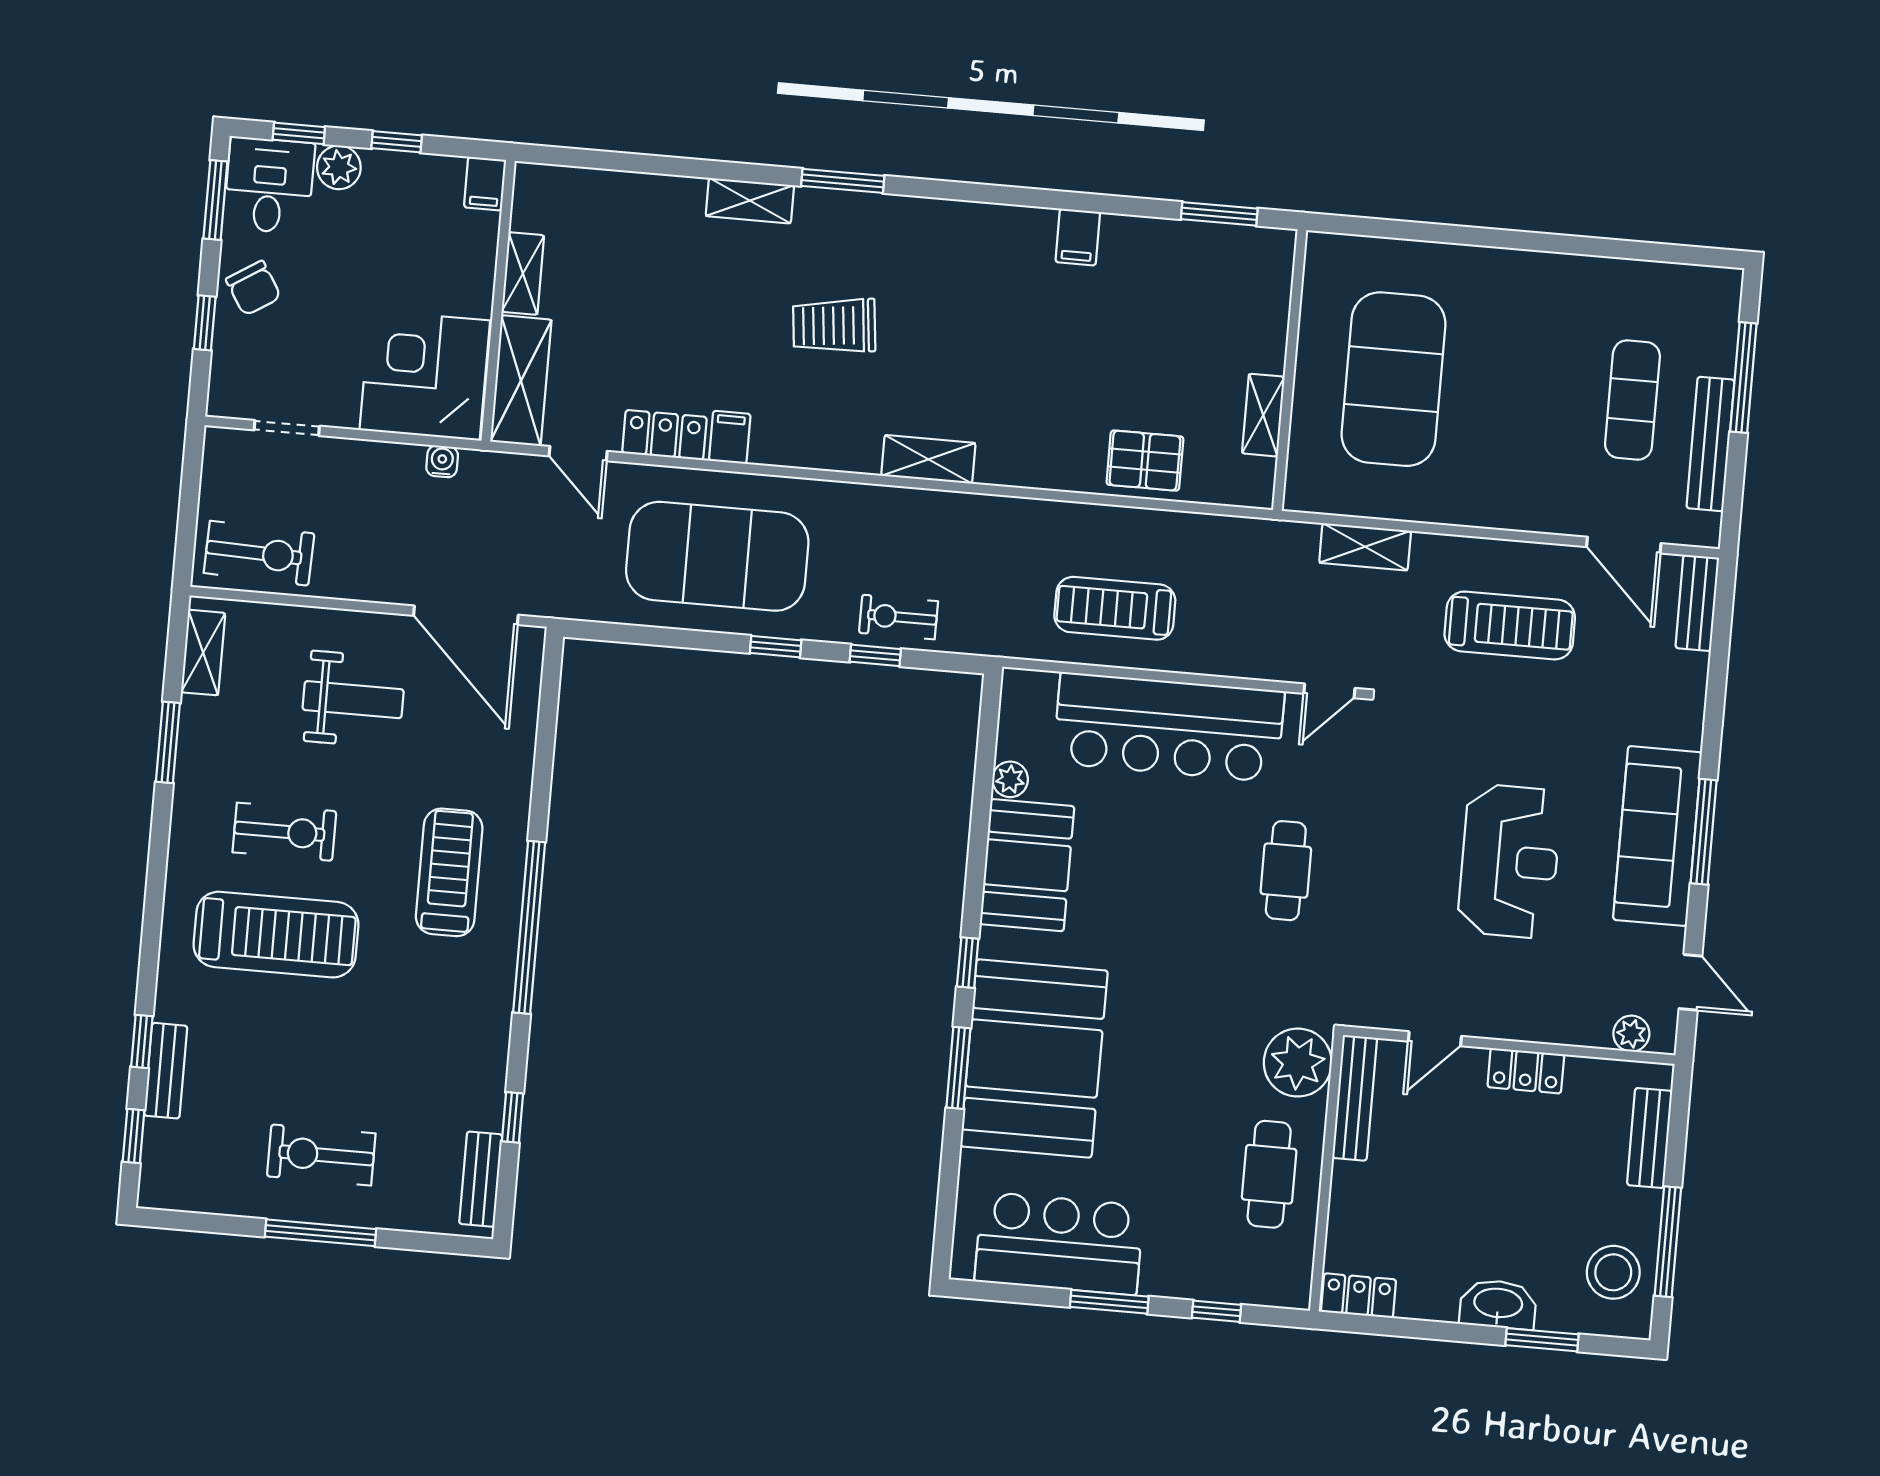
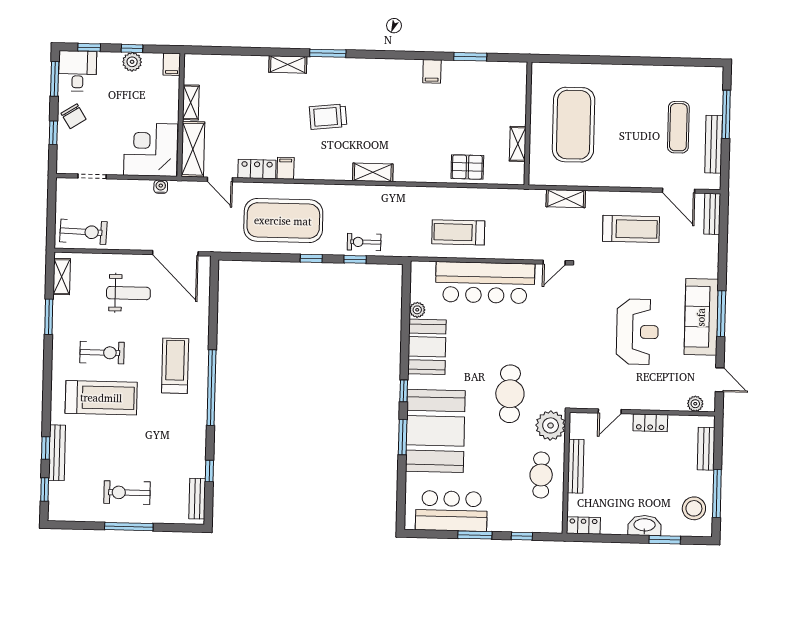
plant: (339, 167) -> (132, 62), moved
window: (1219, 214) -> (470, 57), moved
cafe table: (1286, 871) -> (510, 394), moved, width x1.37, depth x1.35
bench: (166, 1071) -> (57, 453), width x1.36
bench: (1355, 1098) -> (576, 466), moved

